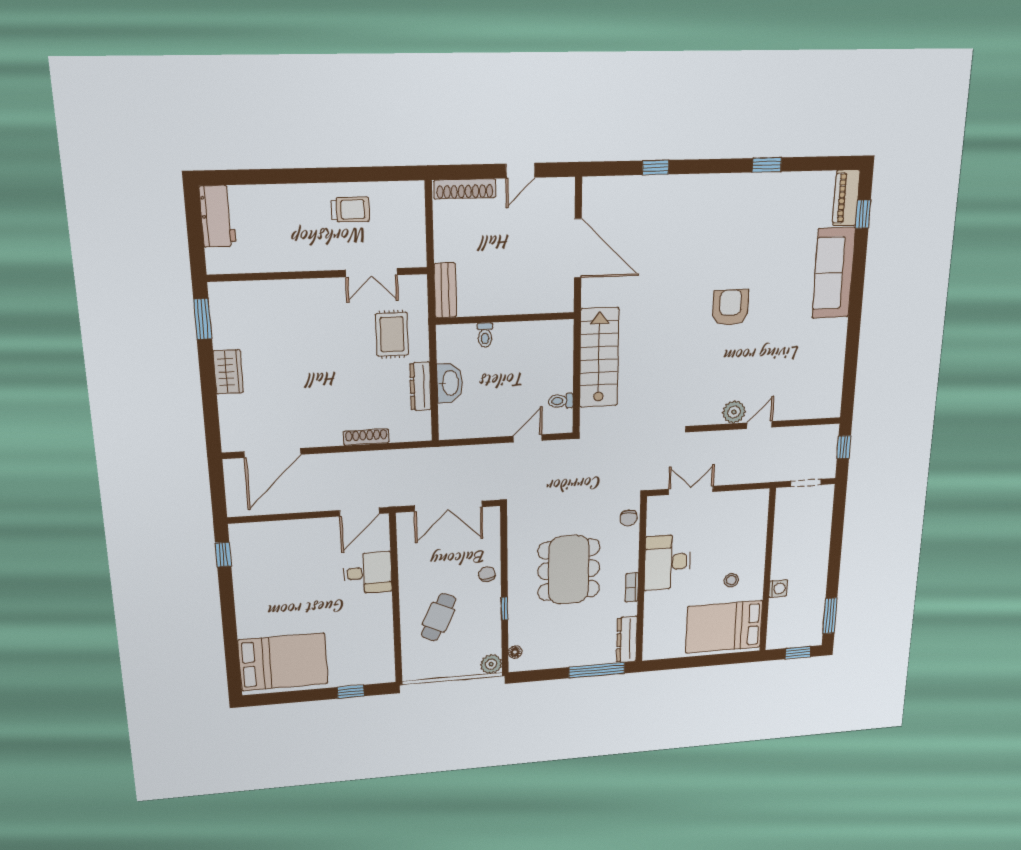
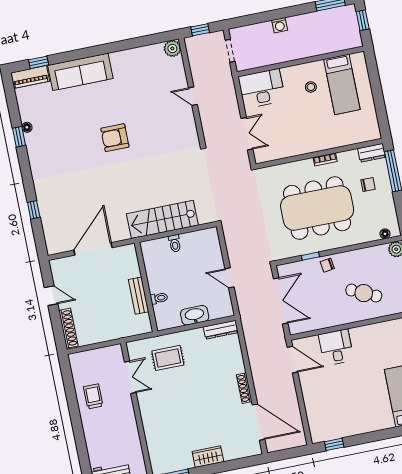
floor lamp: (777, 180) -> (27, 127), added
bench: (445, 290) -> (139, 296), moved, turned 90
dresser: (420, 386) -> (221, 330), moved
toilet: (561, 401) -> (175, 243), moved
plant: (734, 412) -> (172, 48), moved
shoe rack: (366, 437) -> (244, 388), moved
door: (528, 438) -> (229, 278), moved
double door: (691, 490) -> (247, 134), swing flipped
chair: (629, 518) -> (368, 184), moved
desk: (667, 562) -> (262, 88), moved, turned 180
dining table: (569, 570) -> (317, 208), width x1.36, depth x1.24
washing machine: (778, 589) -> (280, 25), moved, turned 180
window: (505, 609) -> (310, 256), moved
bed: (724, 627) -> (342, 84), width x0.67
dresser: (627, 639) -> (372, 153), width x0.70

